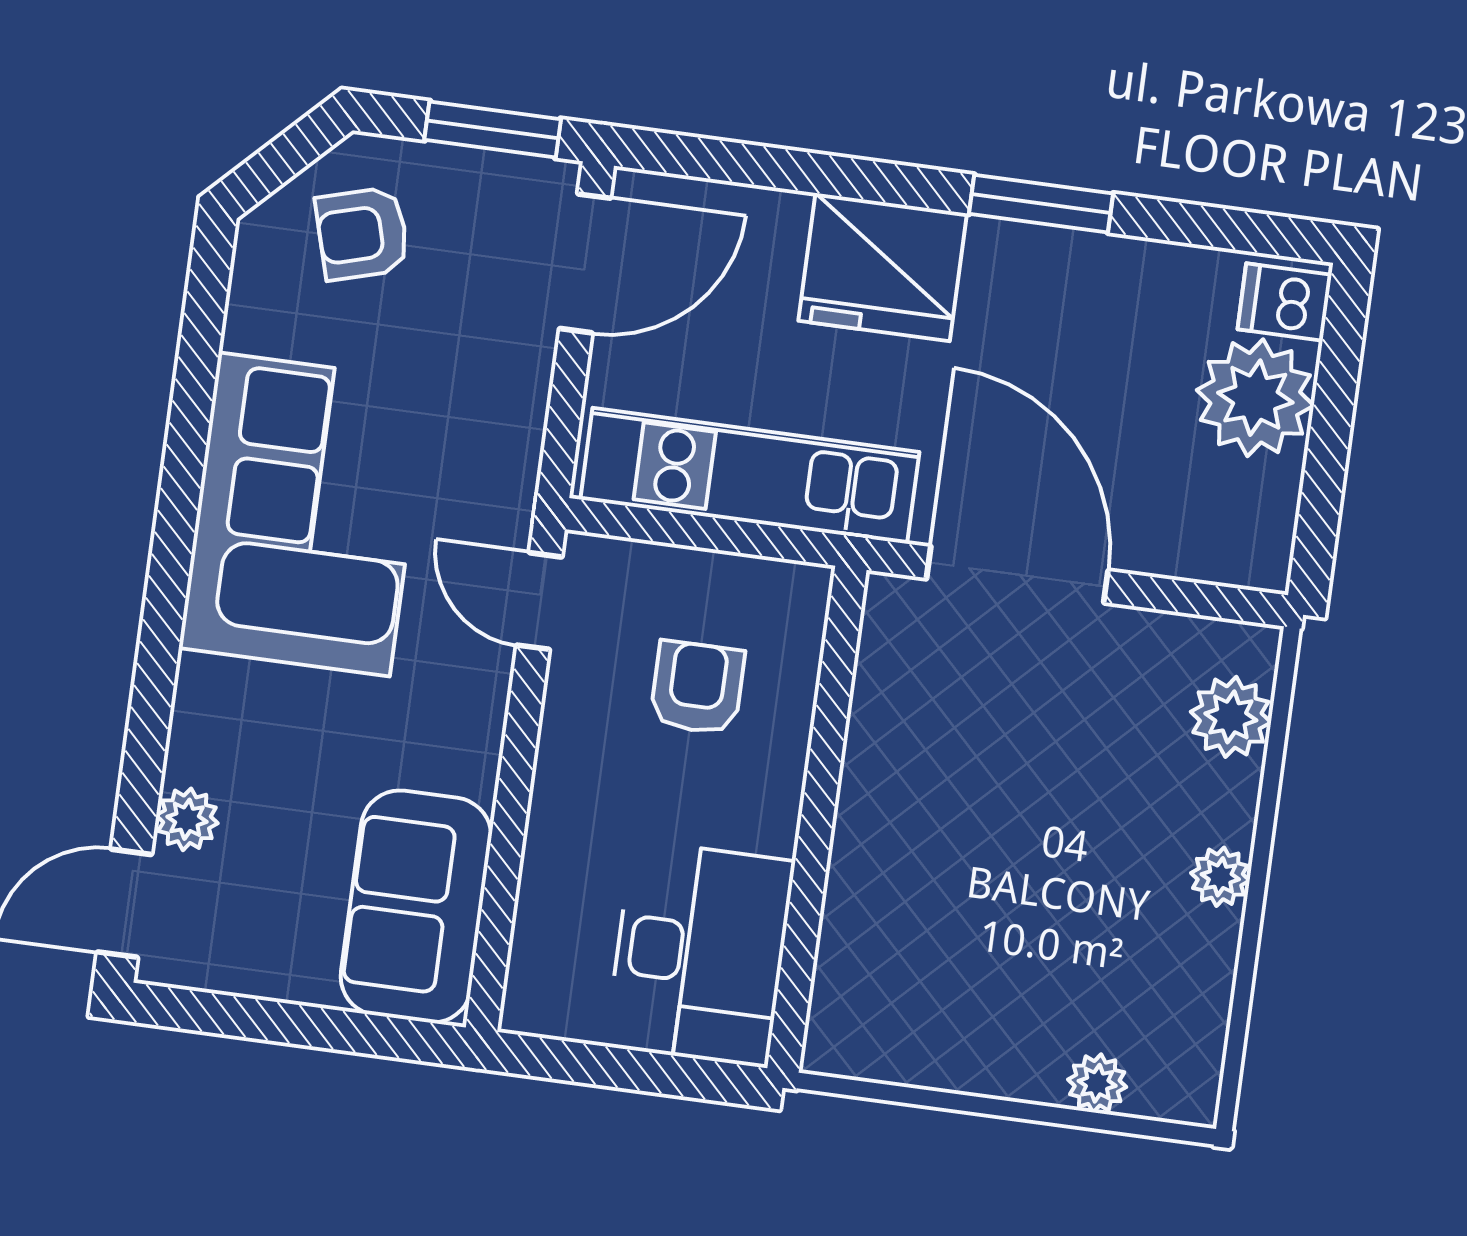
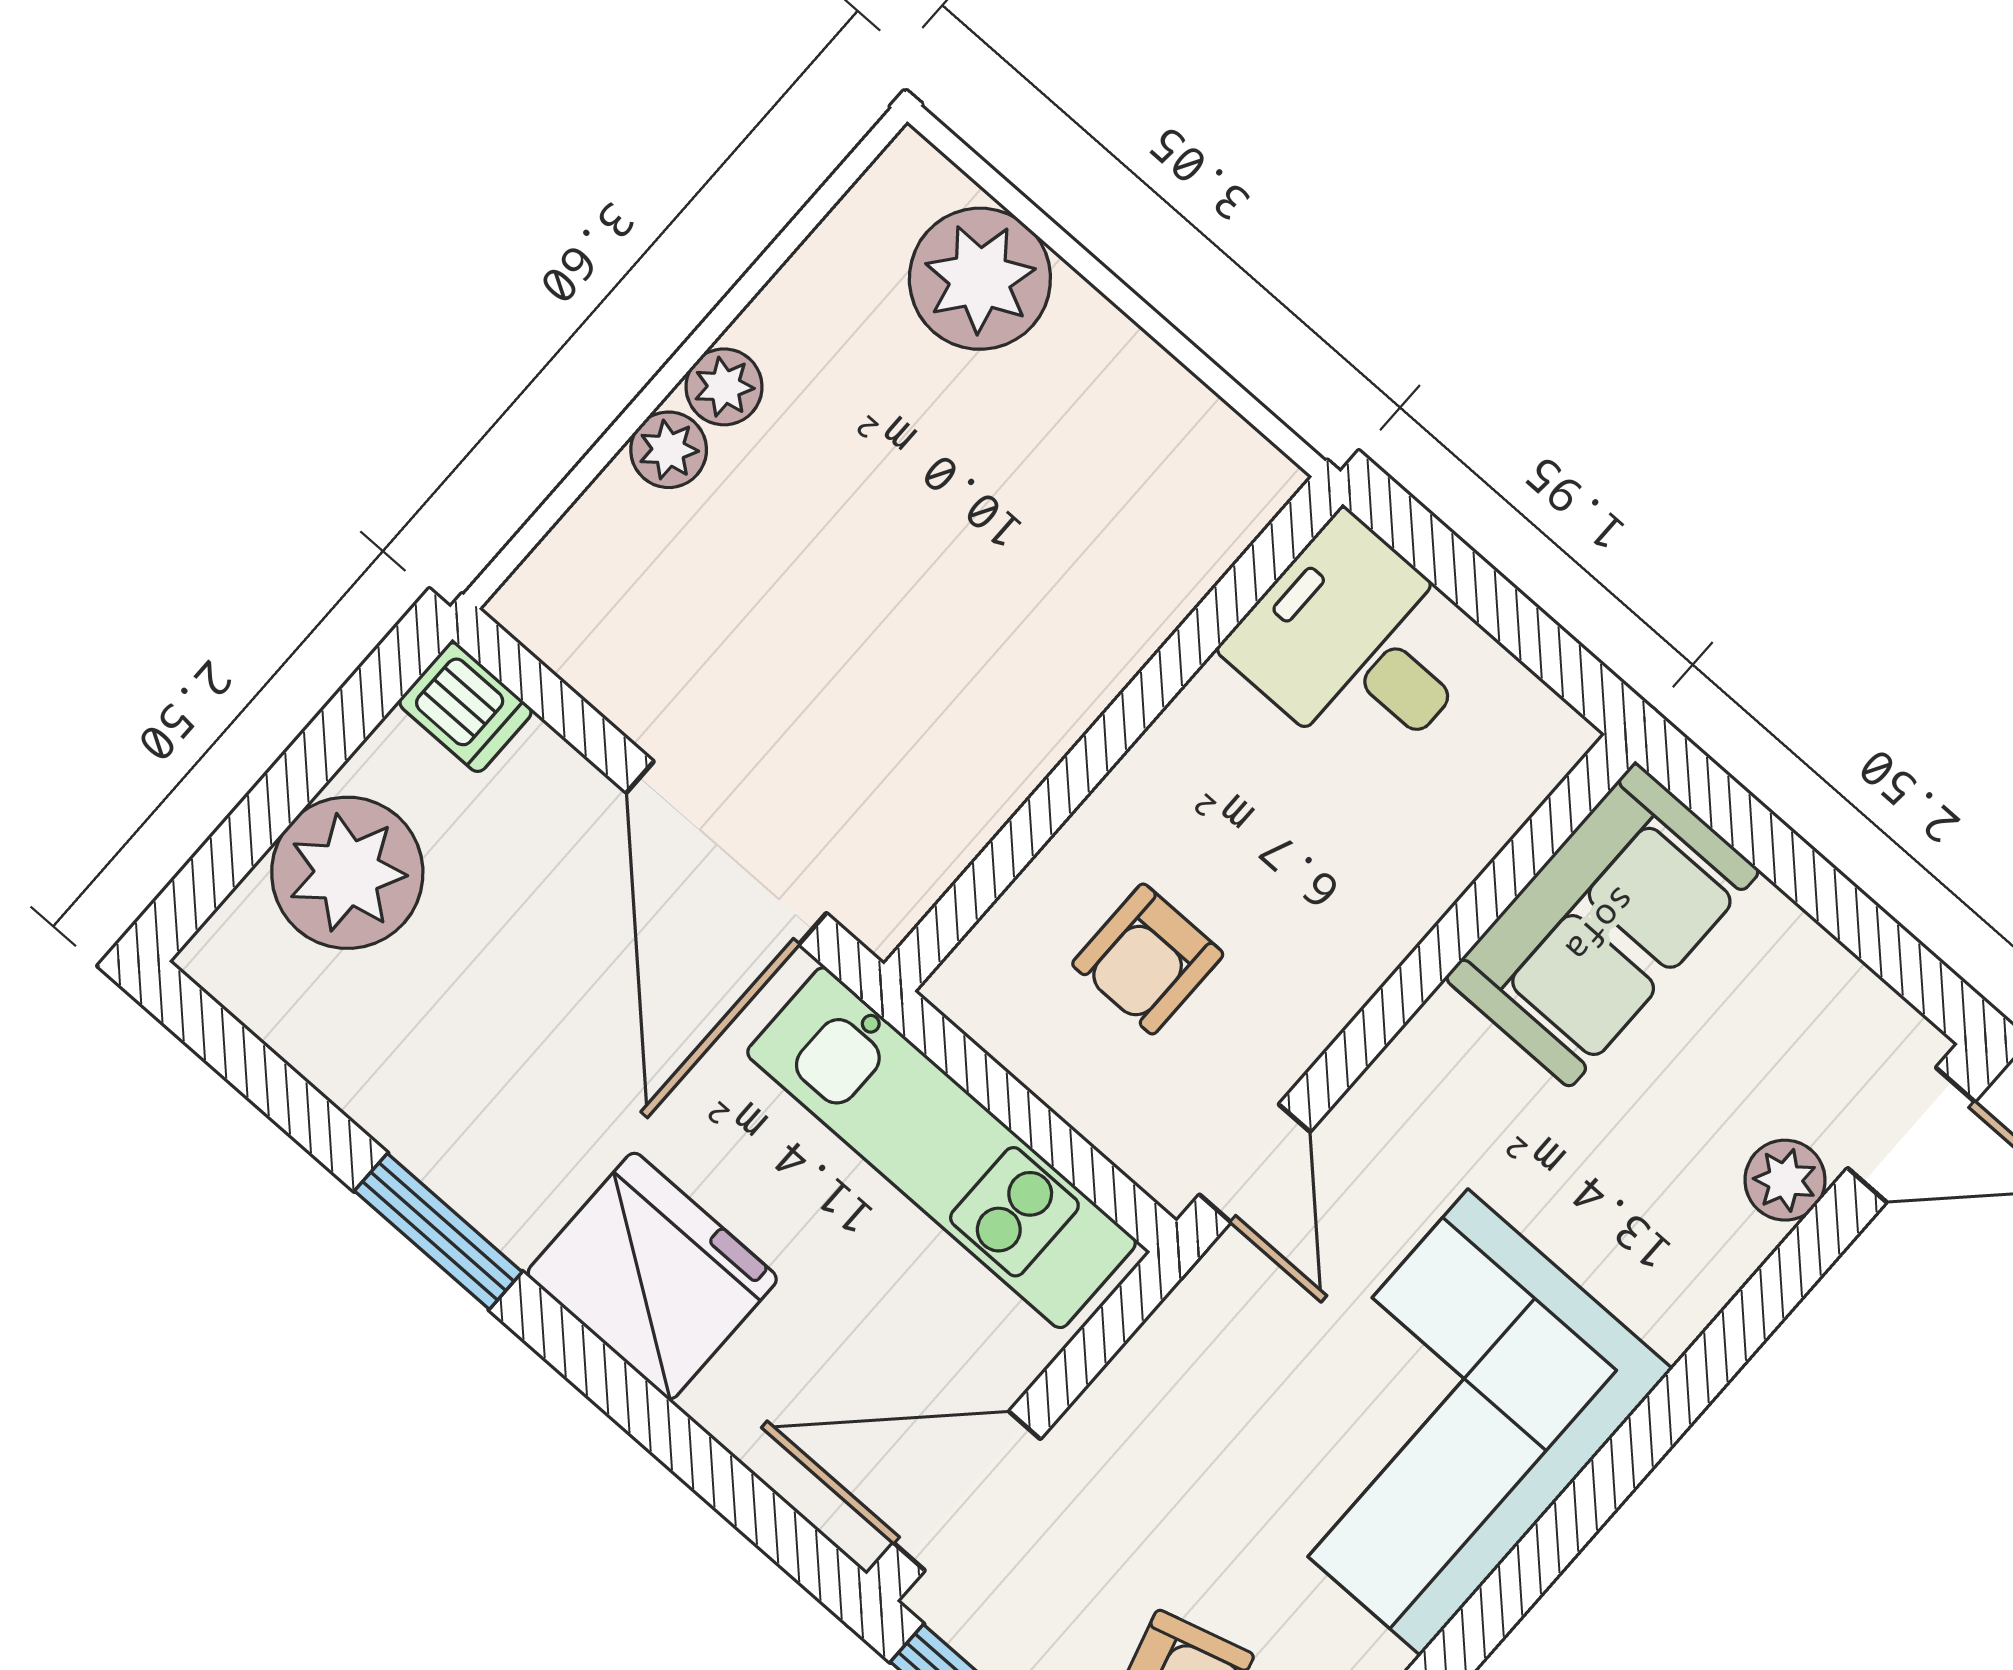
dishwasher: (1285, 302) -> (465, 707), moved
plant: (1231, 717) -> (669, 450), moved, width x0.73, depth x0.73
desk: (700, 954) -> (1357, 646), width x0.73
plant: (1097, 1083) -> (980, 279), width x1.88, depth x1.88

